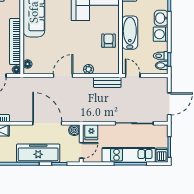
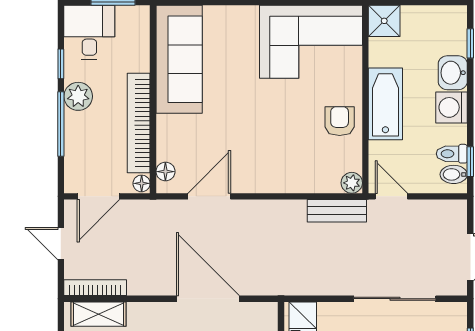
plant: (89, 69) -> (352, 183), moved
door: (63, 76) -> (209, 196), moved
boiler: (74, 130) -> (266, 314), removed

